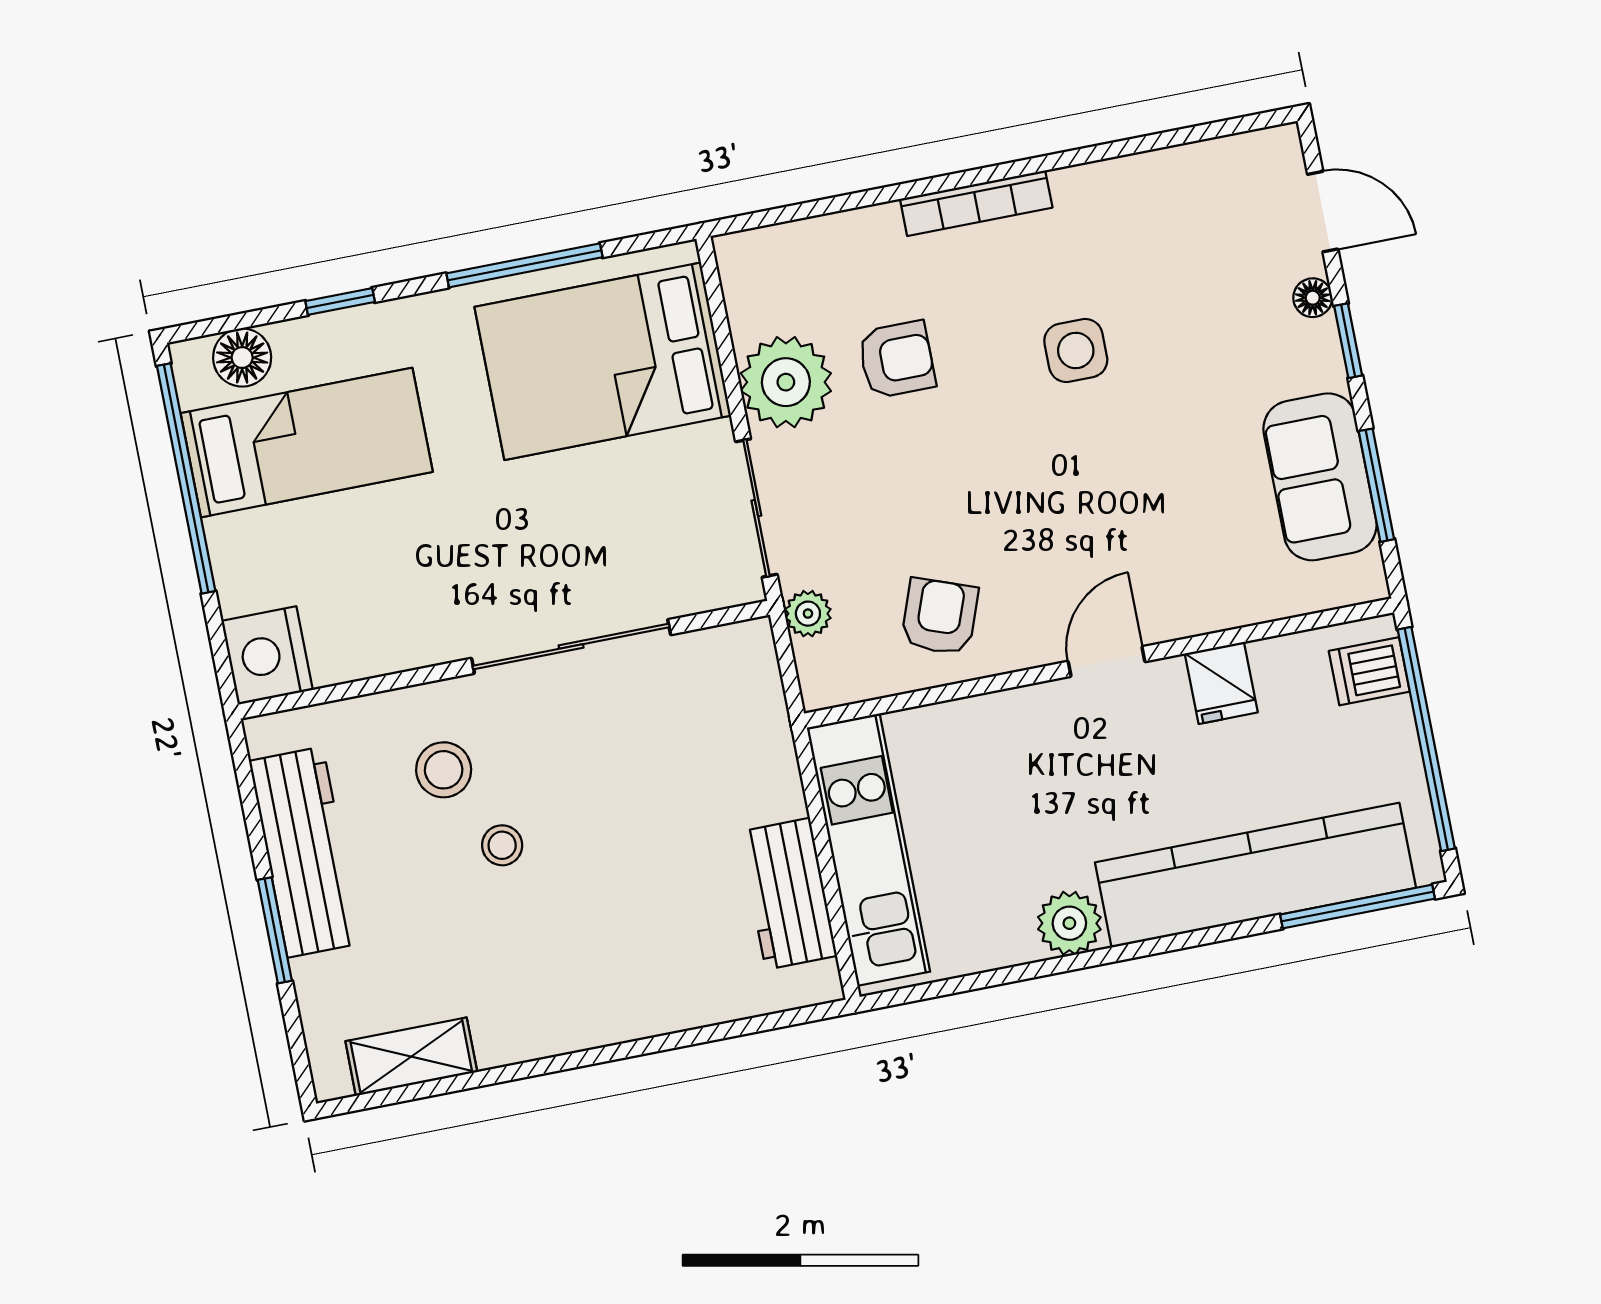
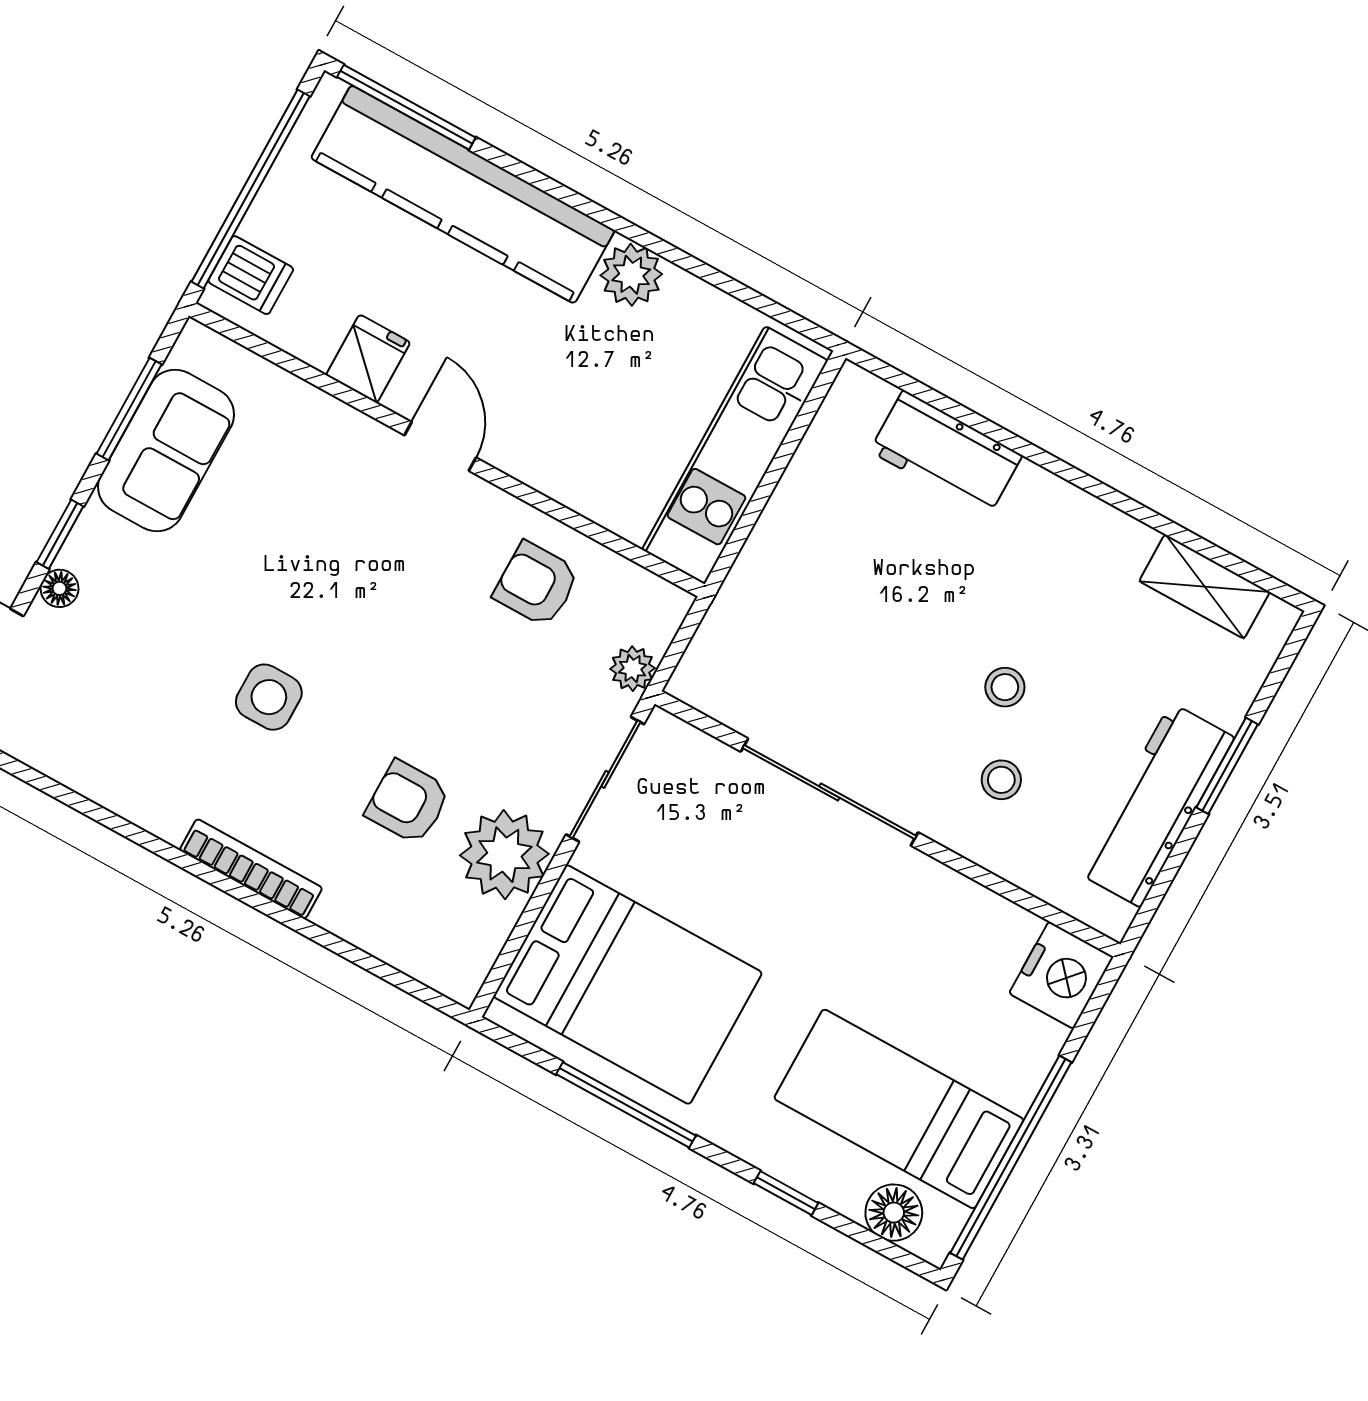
armchair: (940, 617) -> (536, 584), turned 70
door: (1107, 662) -> (440, 446), swing flipped
stool: (444, 770) -> (1001, 780), width x0.73, depth x0.73
workbench: (788, 894) -> (946, 453), moved, turned 90

